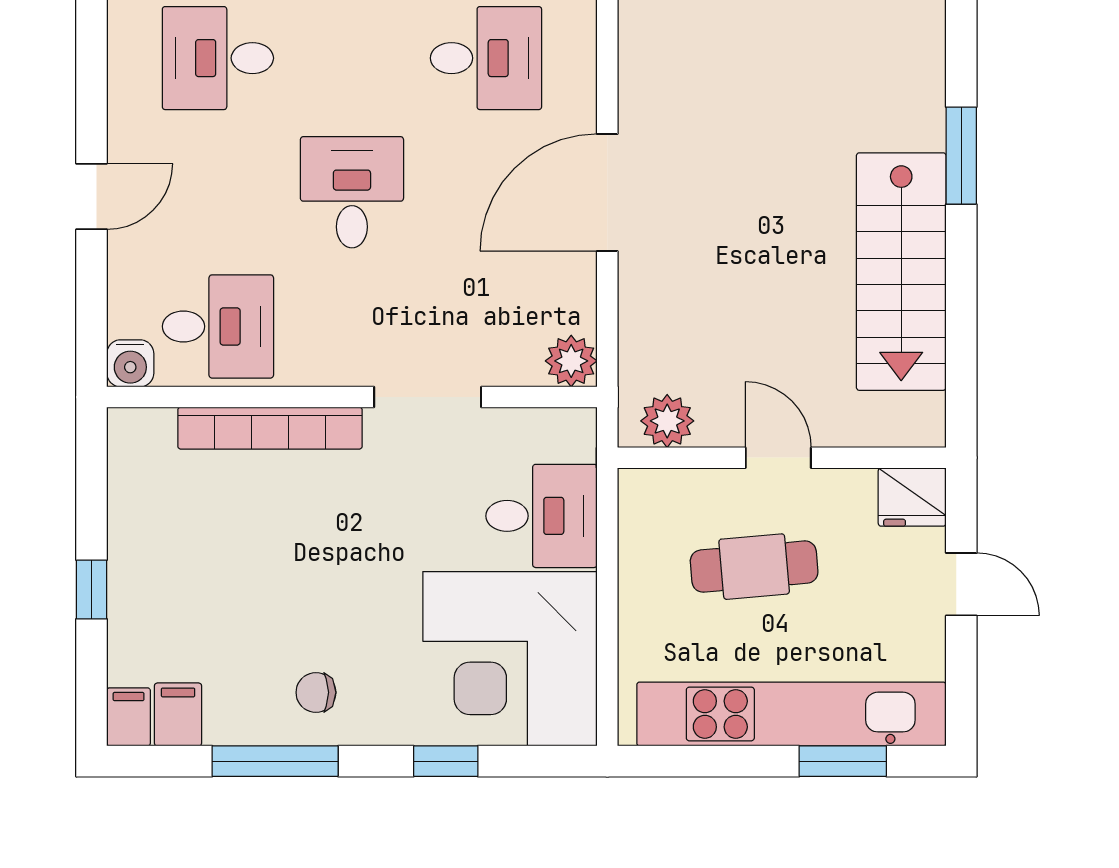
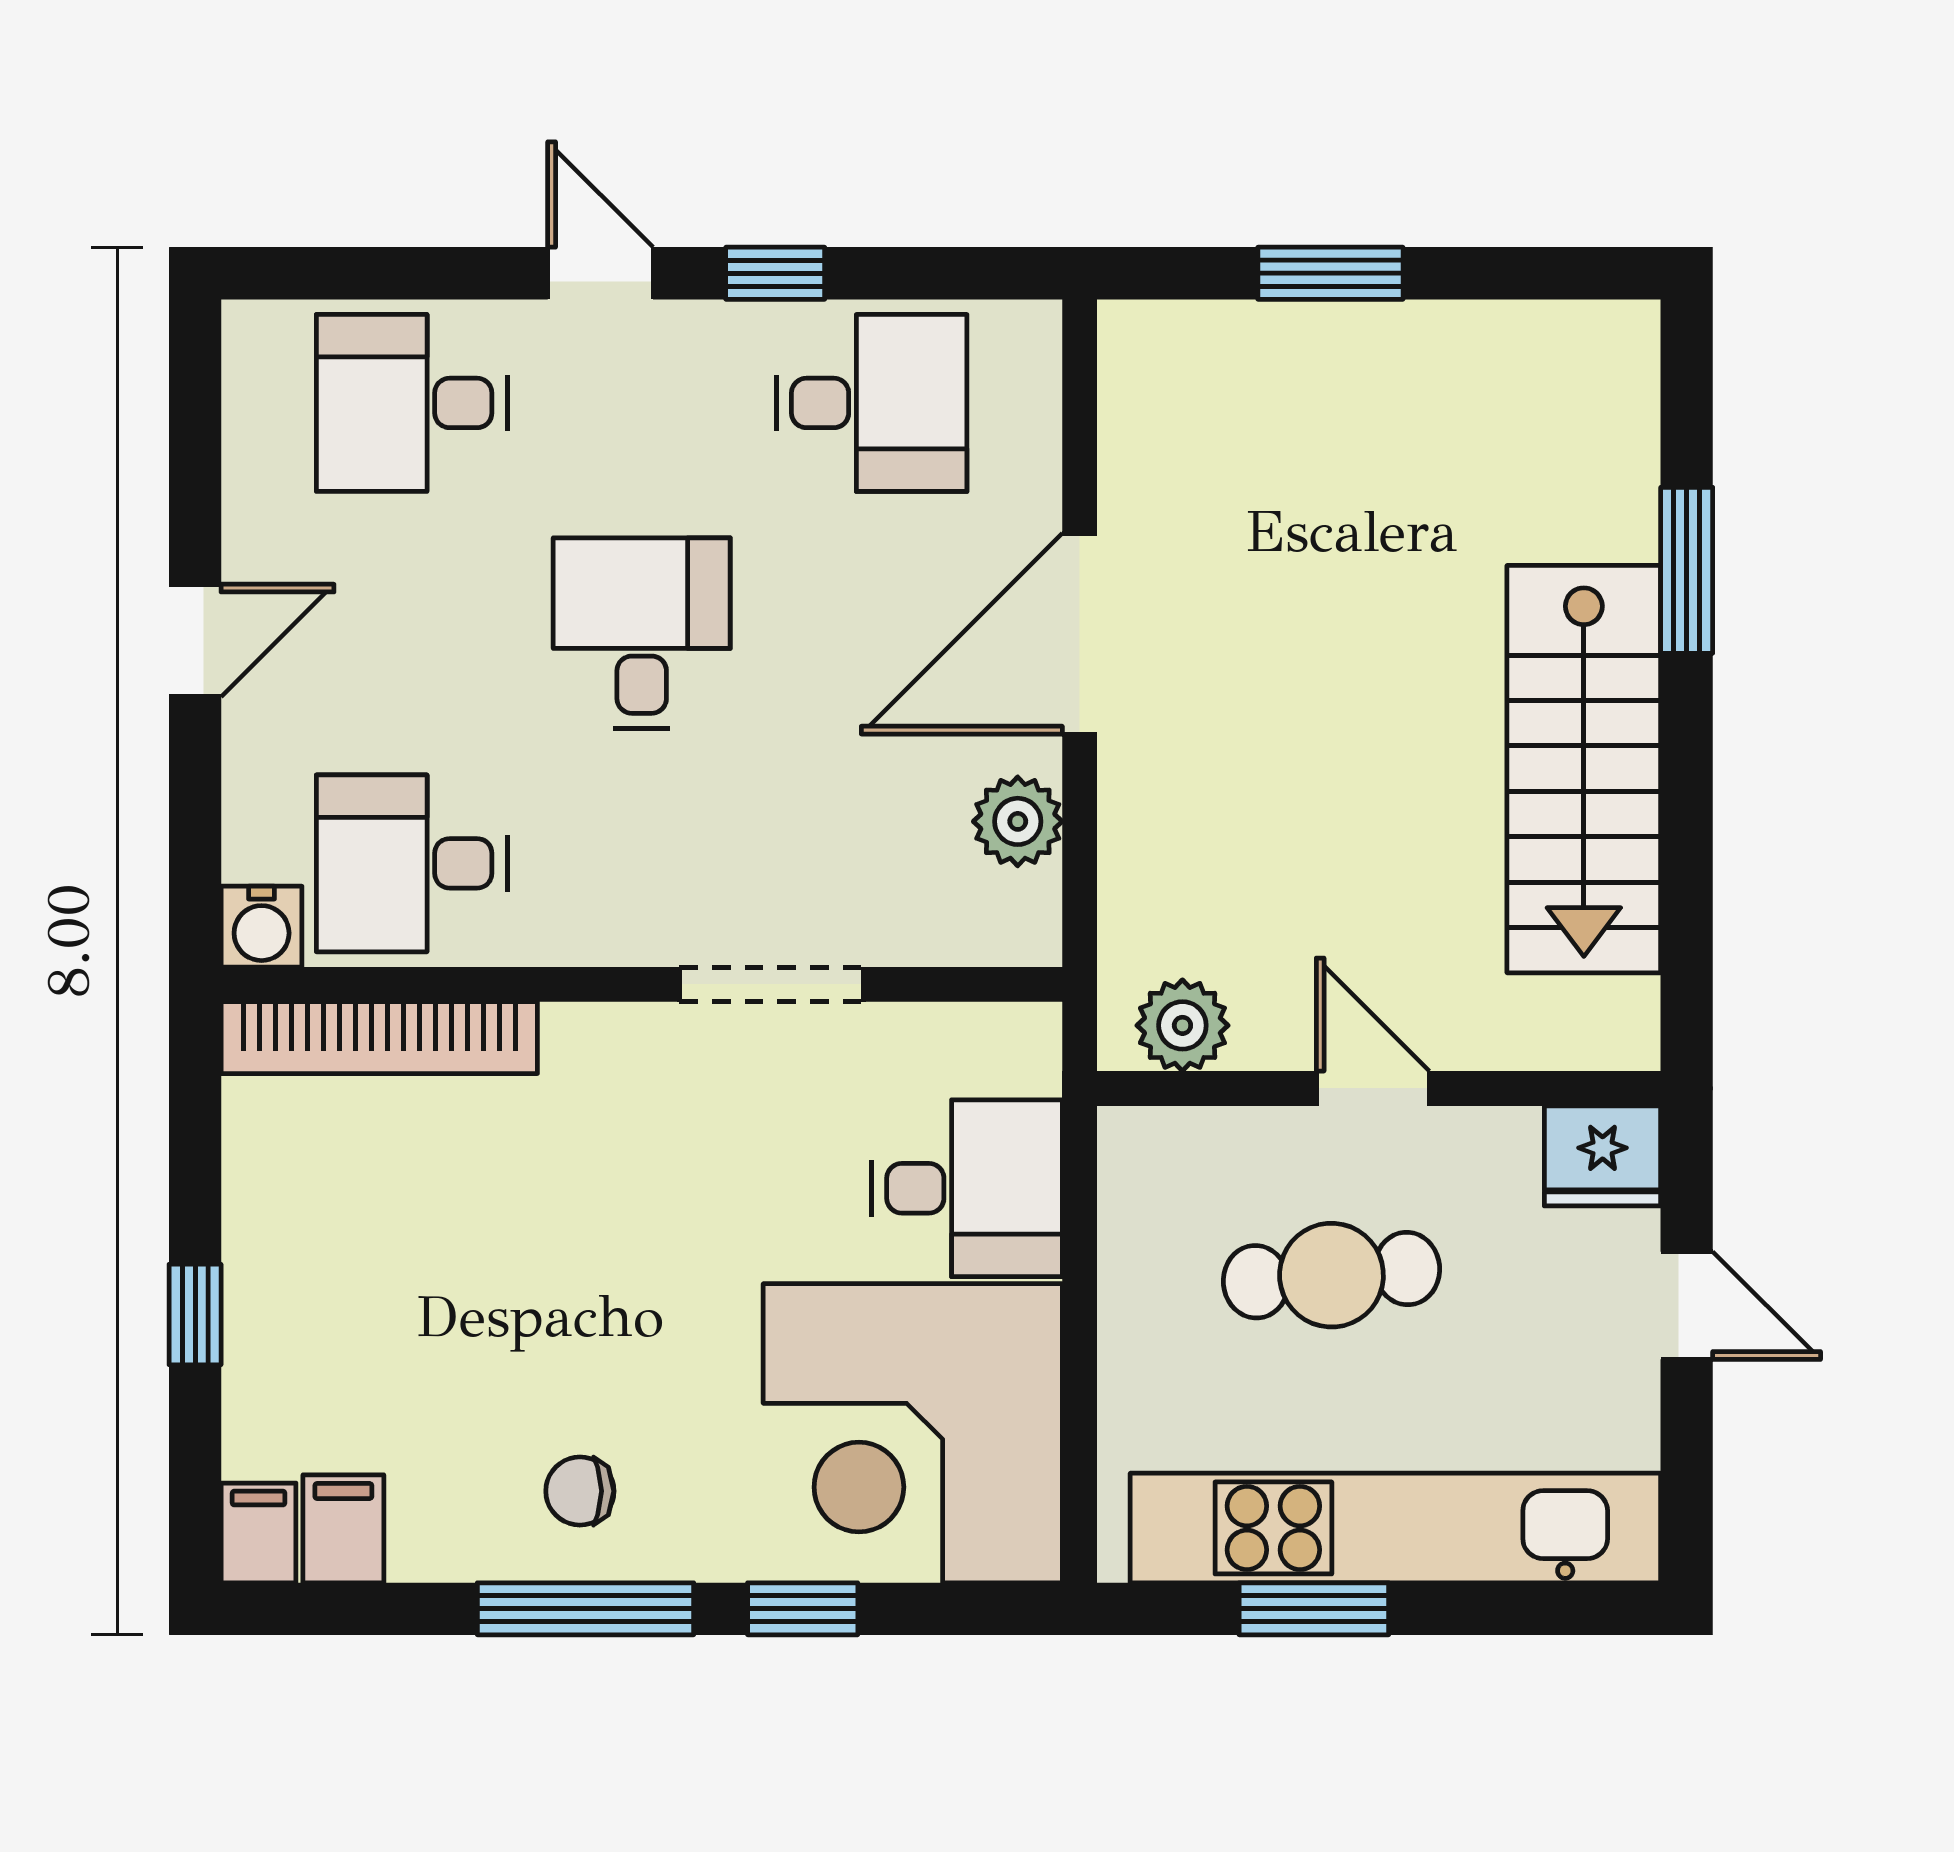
desk: (218, 326) -> (412, 863), turned 180
plant: (571, 361) -> (1018, 821), moved
bookcase: (270, 428) -> (379, 1038), moved
window: (275, 761) -> (586, 1609), moved
window: (843, 761) -> (1314, 1609), moved

